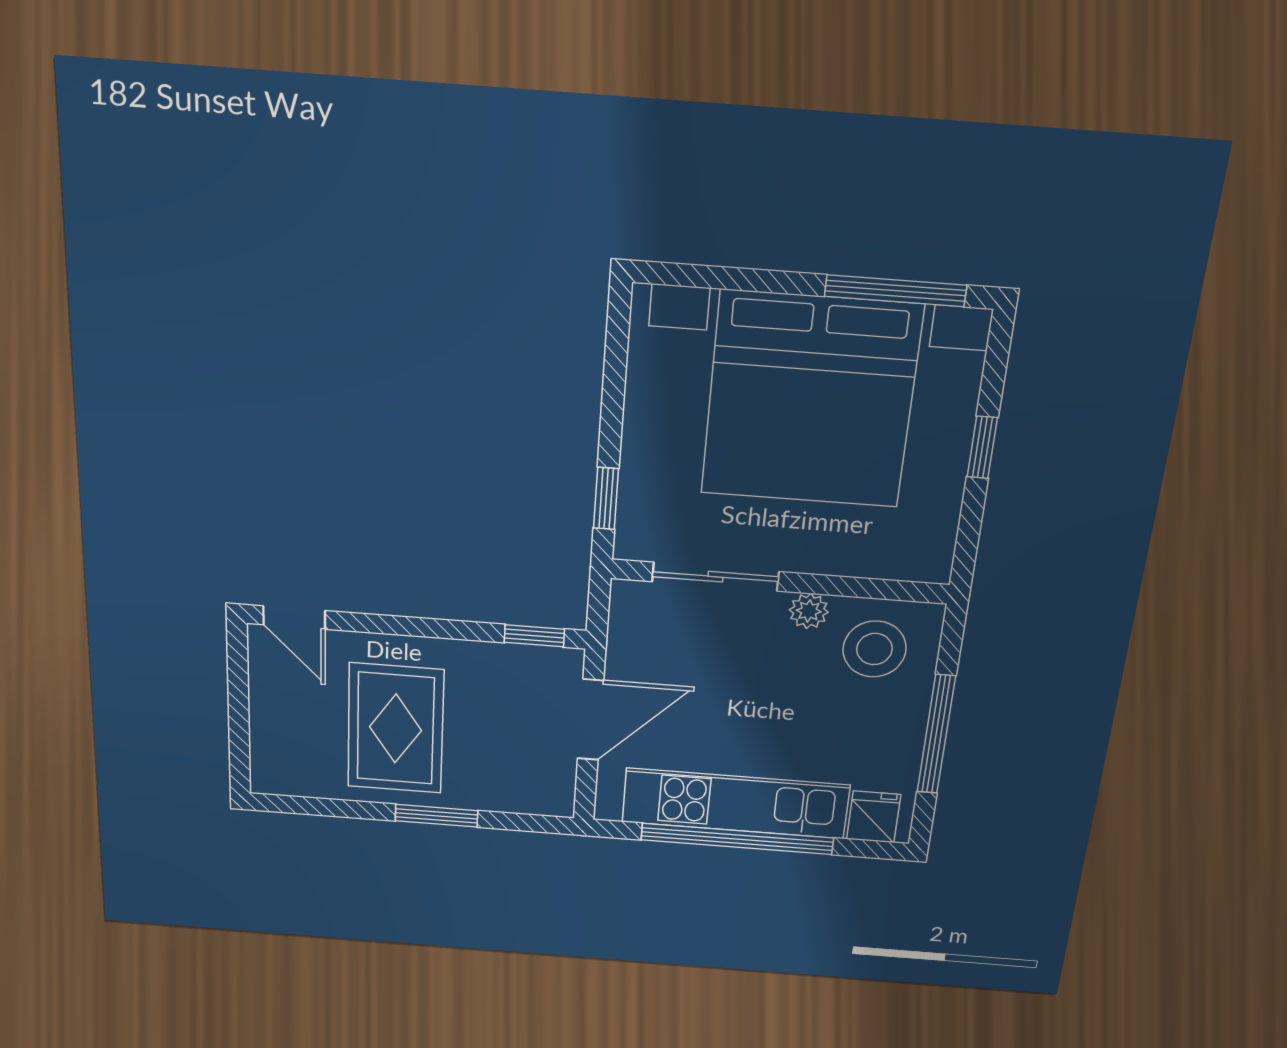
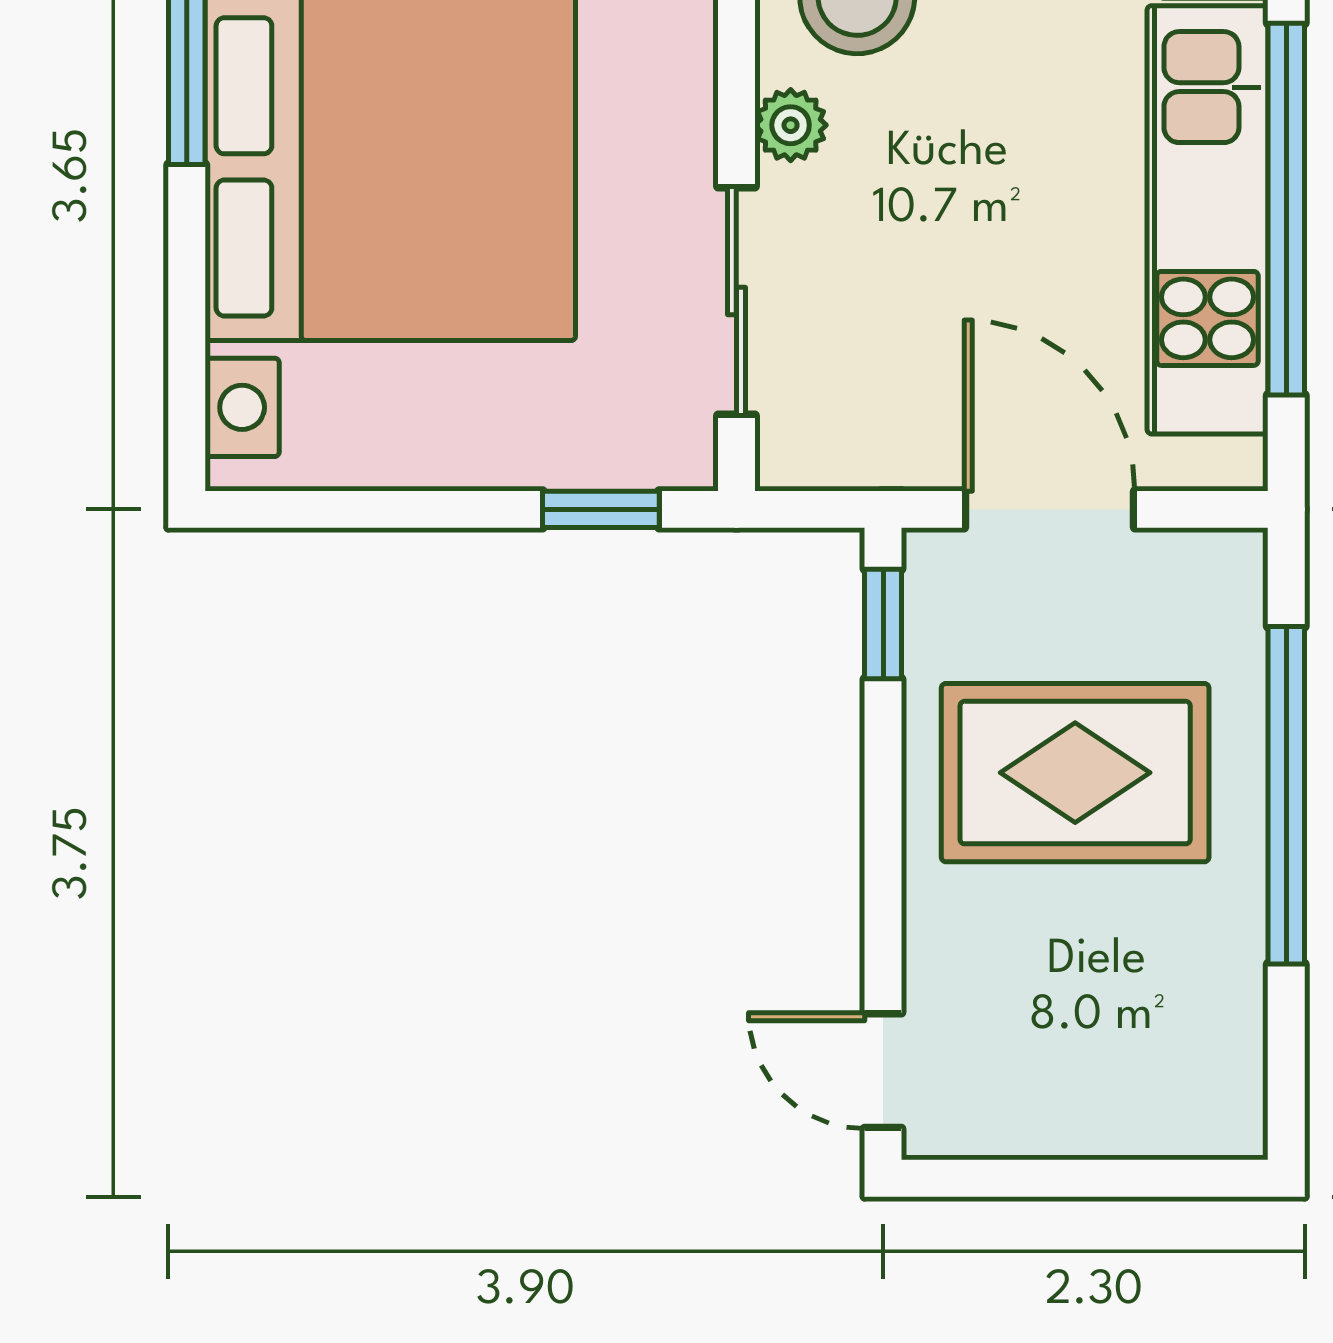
door: (294, 618) -> (883, 1071), swing flipped
rug: (395, 729) -> (1075, 773), moved
window: (436, 816) -> (1286, 795), width x2.11

